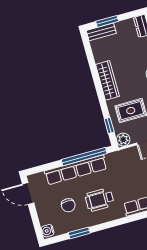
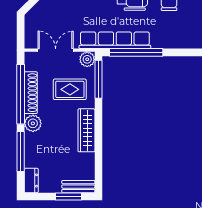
window: (109, 126) -> (98, 79), width x2.17
row of seats: (76, 170) -> (115, 40), moved

